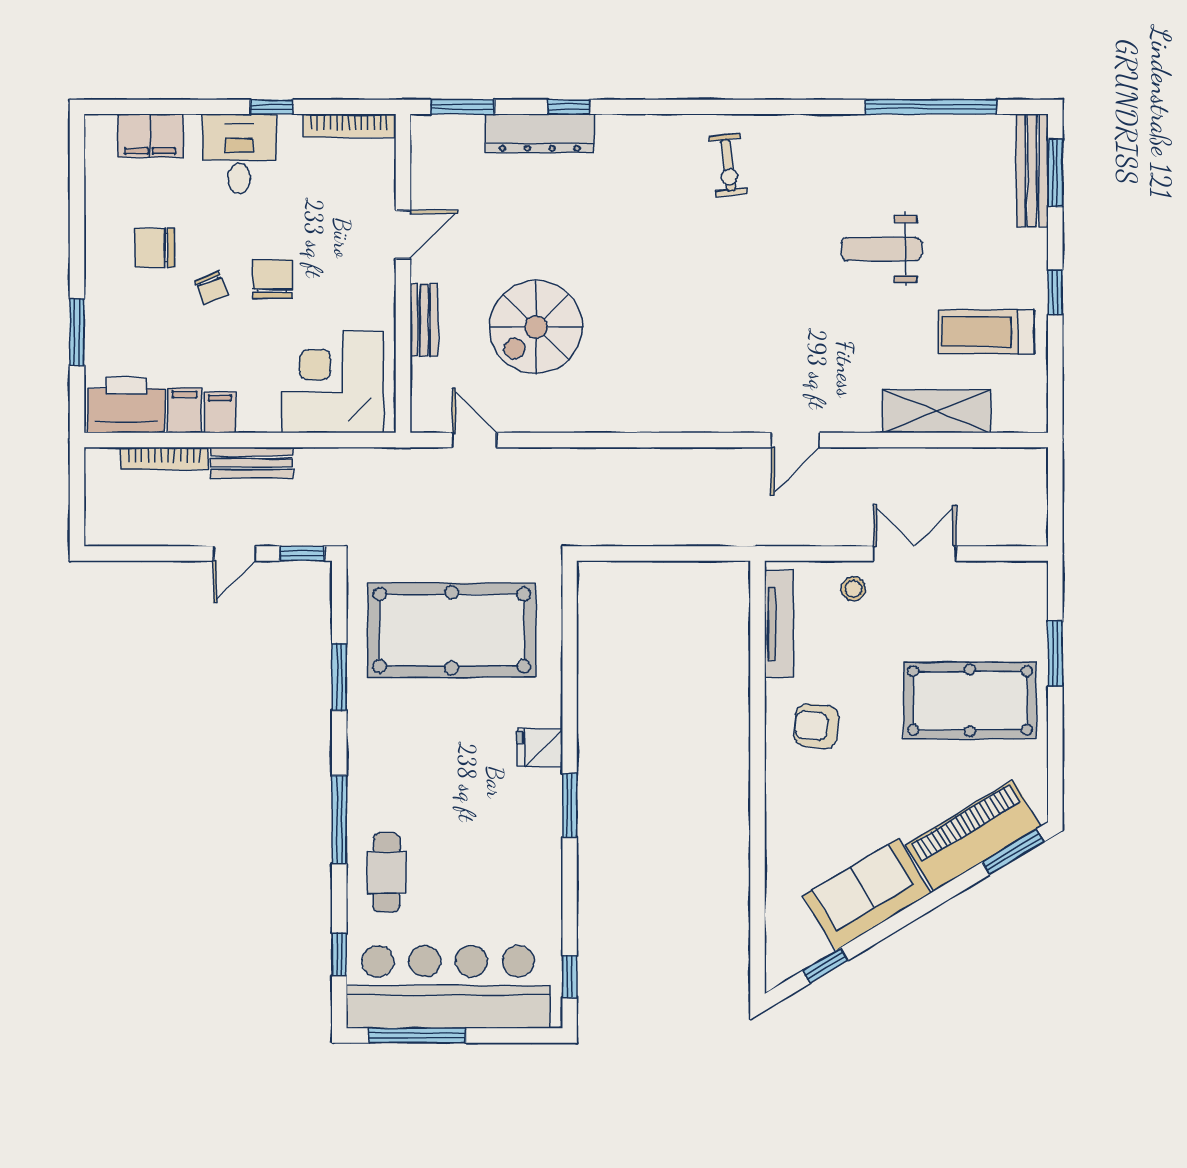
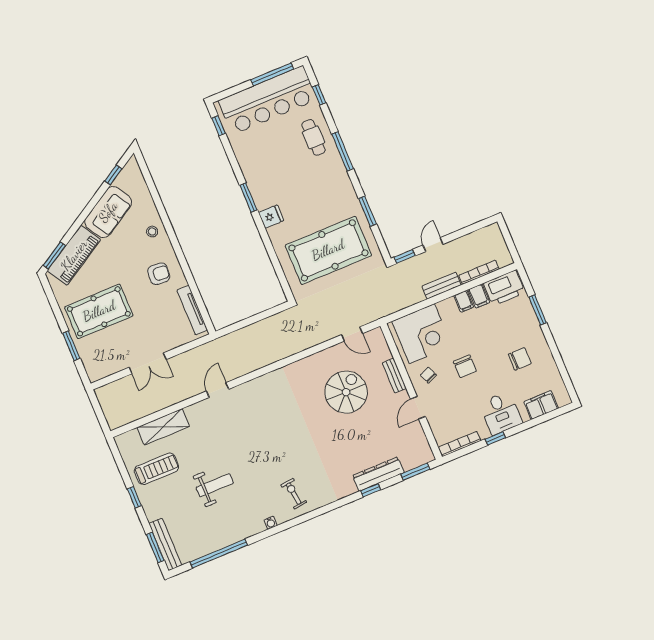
water cooler: (800, 126) -> (271, 523), added
chair: (212, 288) -> (428, 375), moved
stool: (853, 589) -> (152, 232), moved

